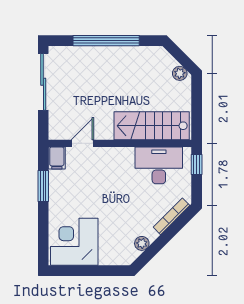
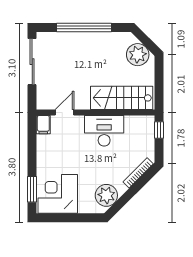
plant: (180, 73) -> (138, 55), width x1.88, depth x1.88
desk: (159, 165) -> (104, 131), moved
window: (43, 186) -> (32, 189), moved
plant: (142, 243) -> (106, 195), width x1.87, depth x1.87

